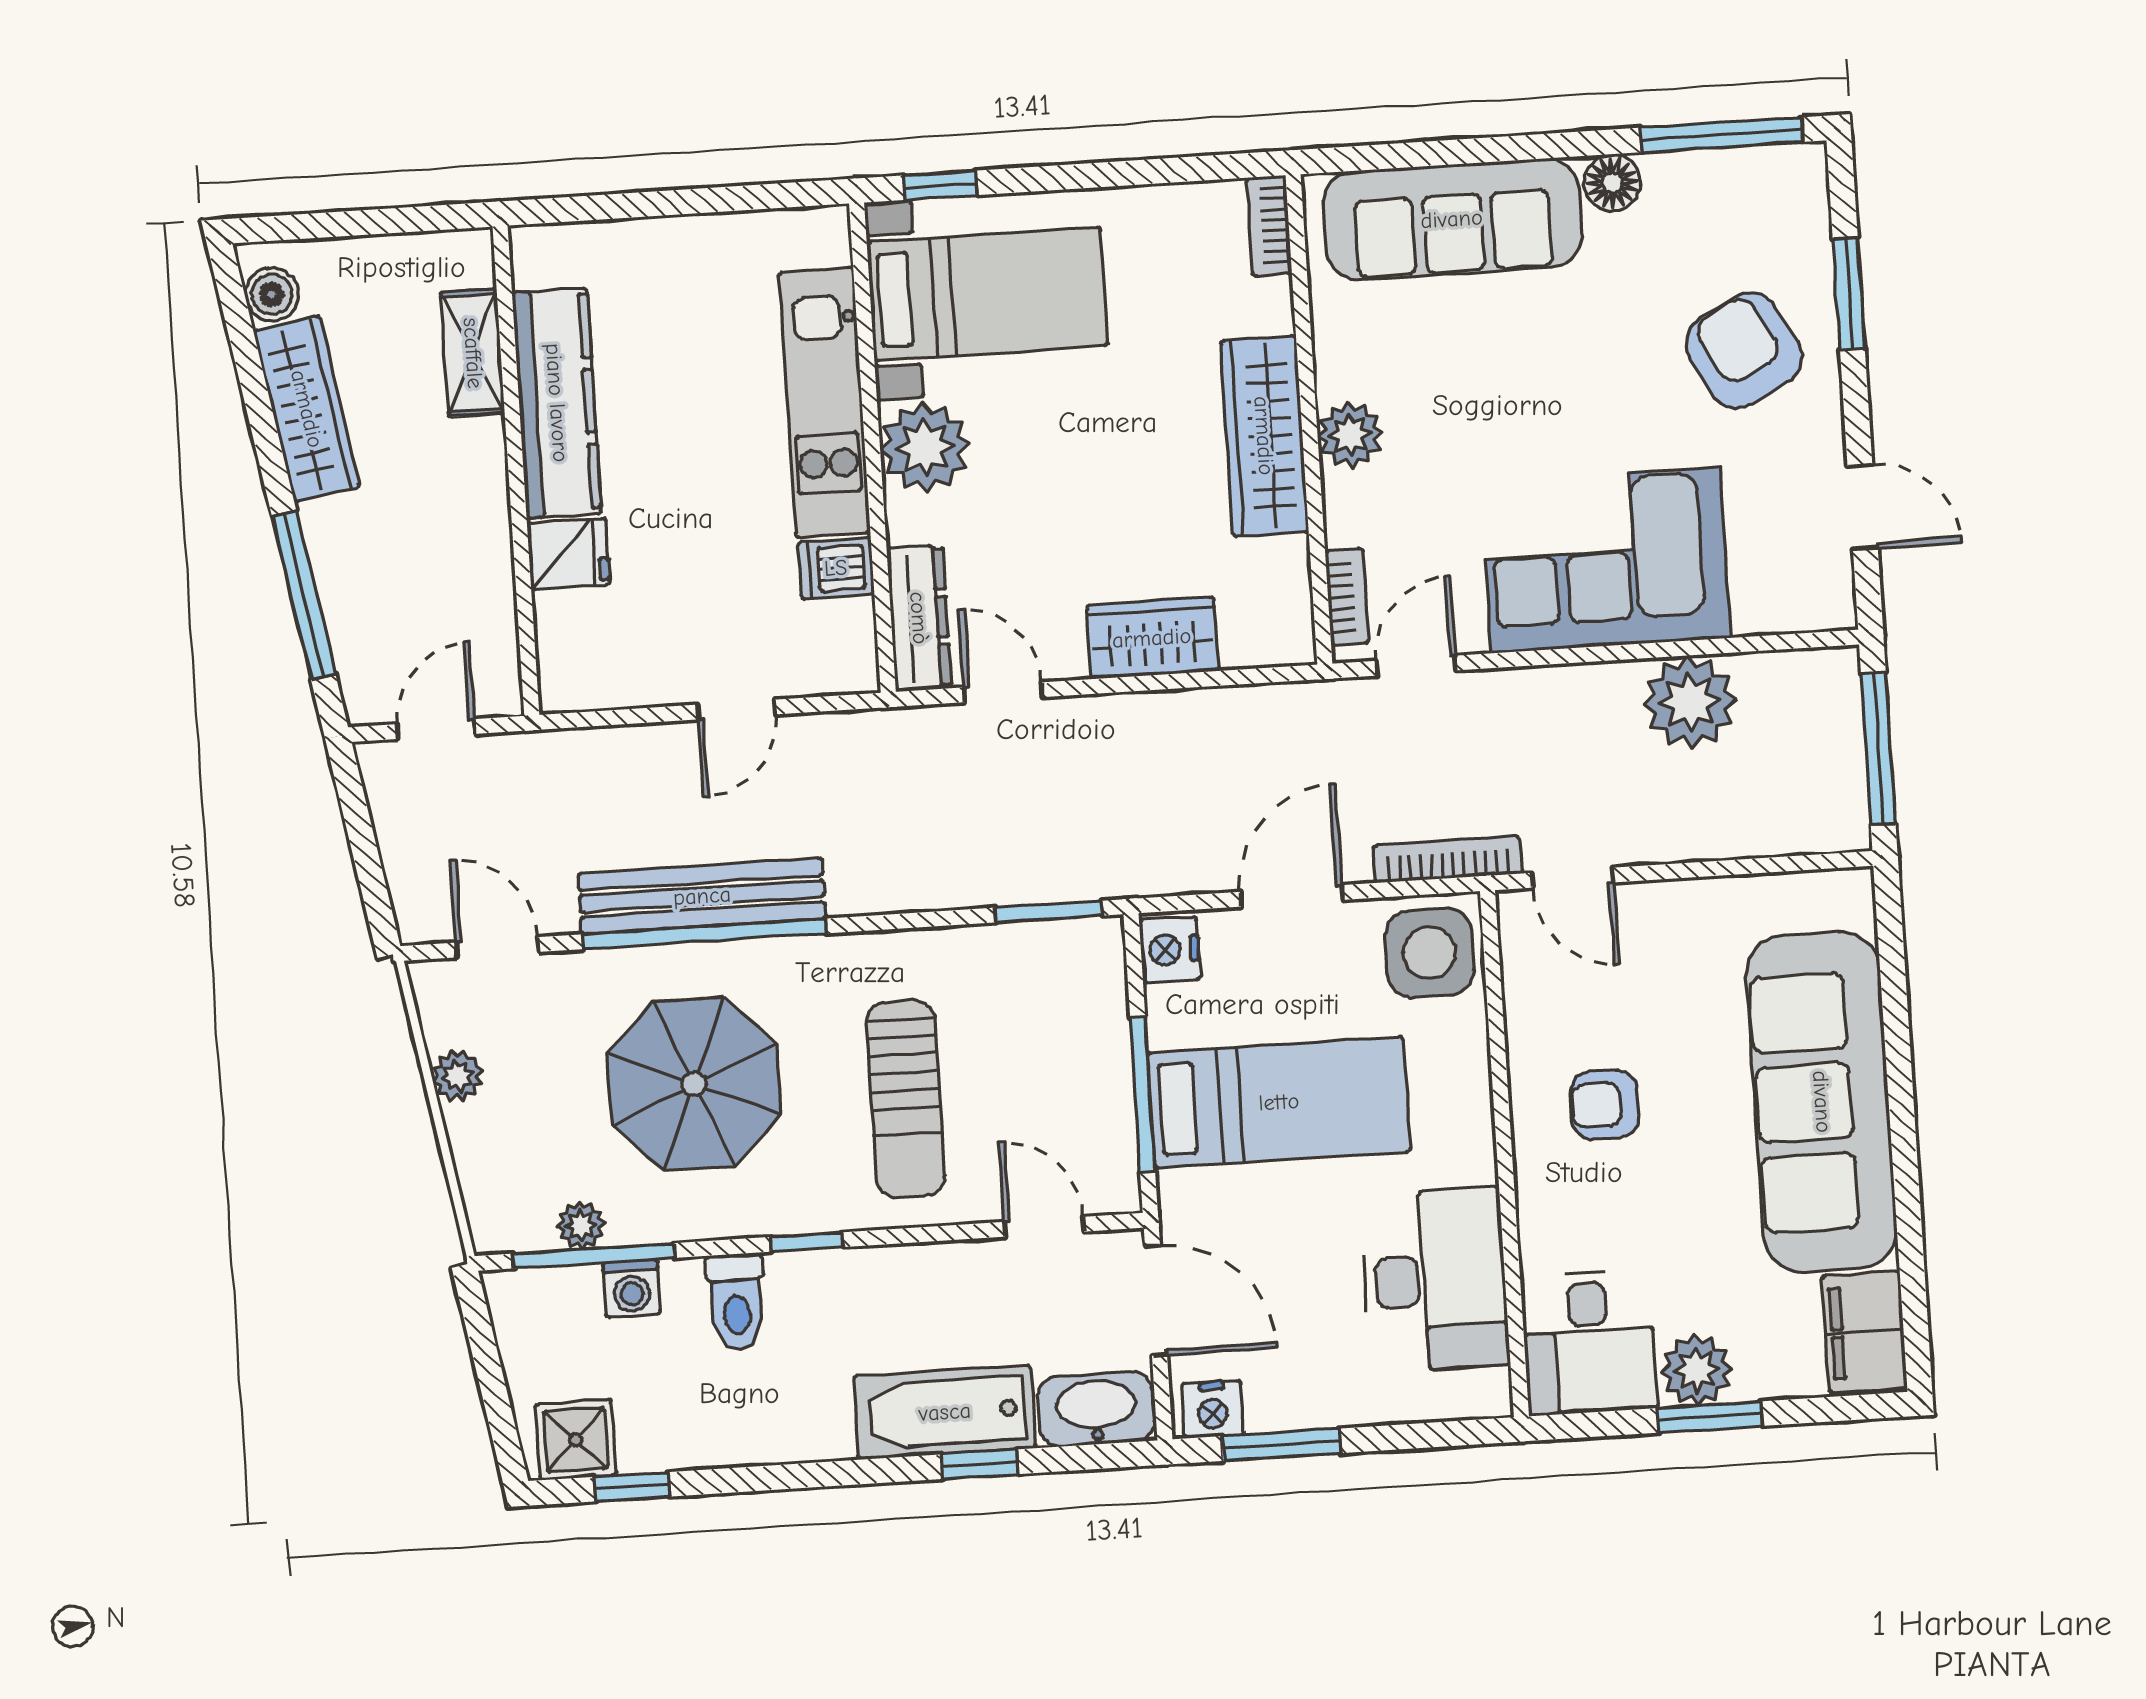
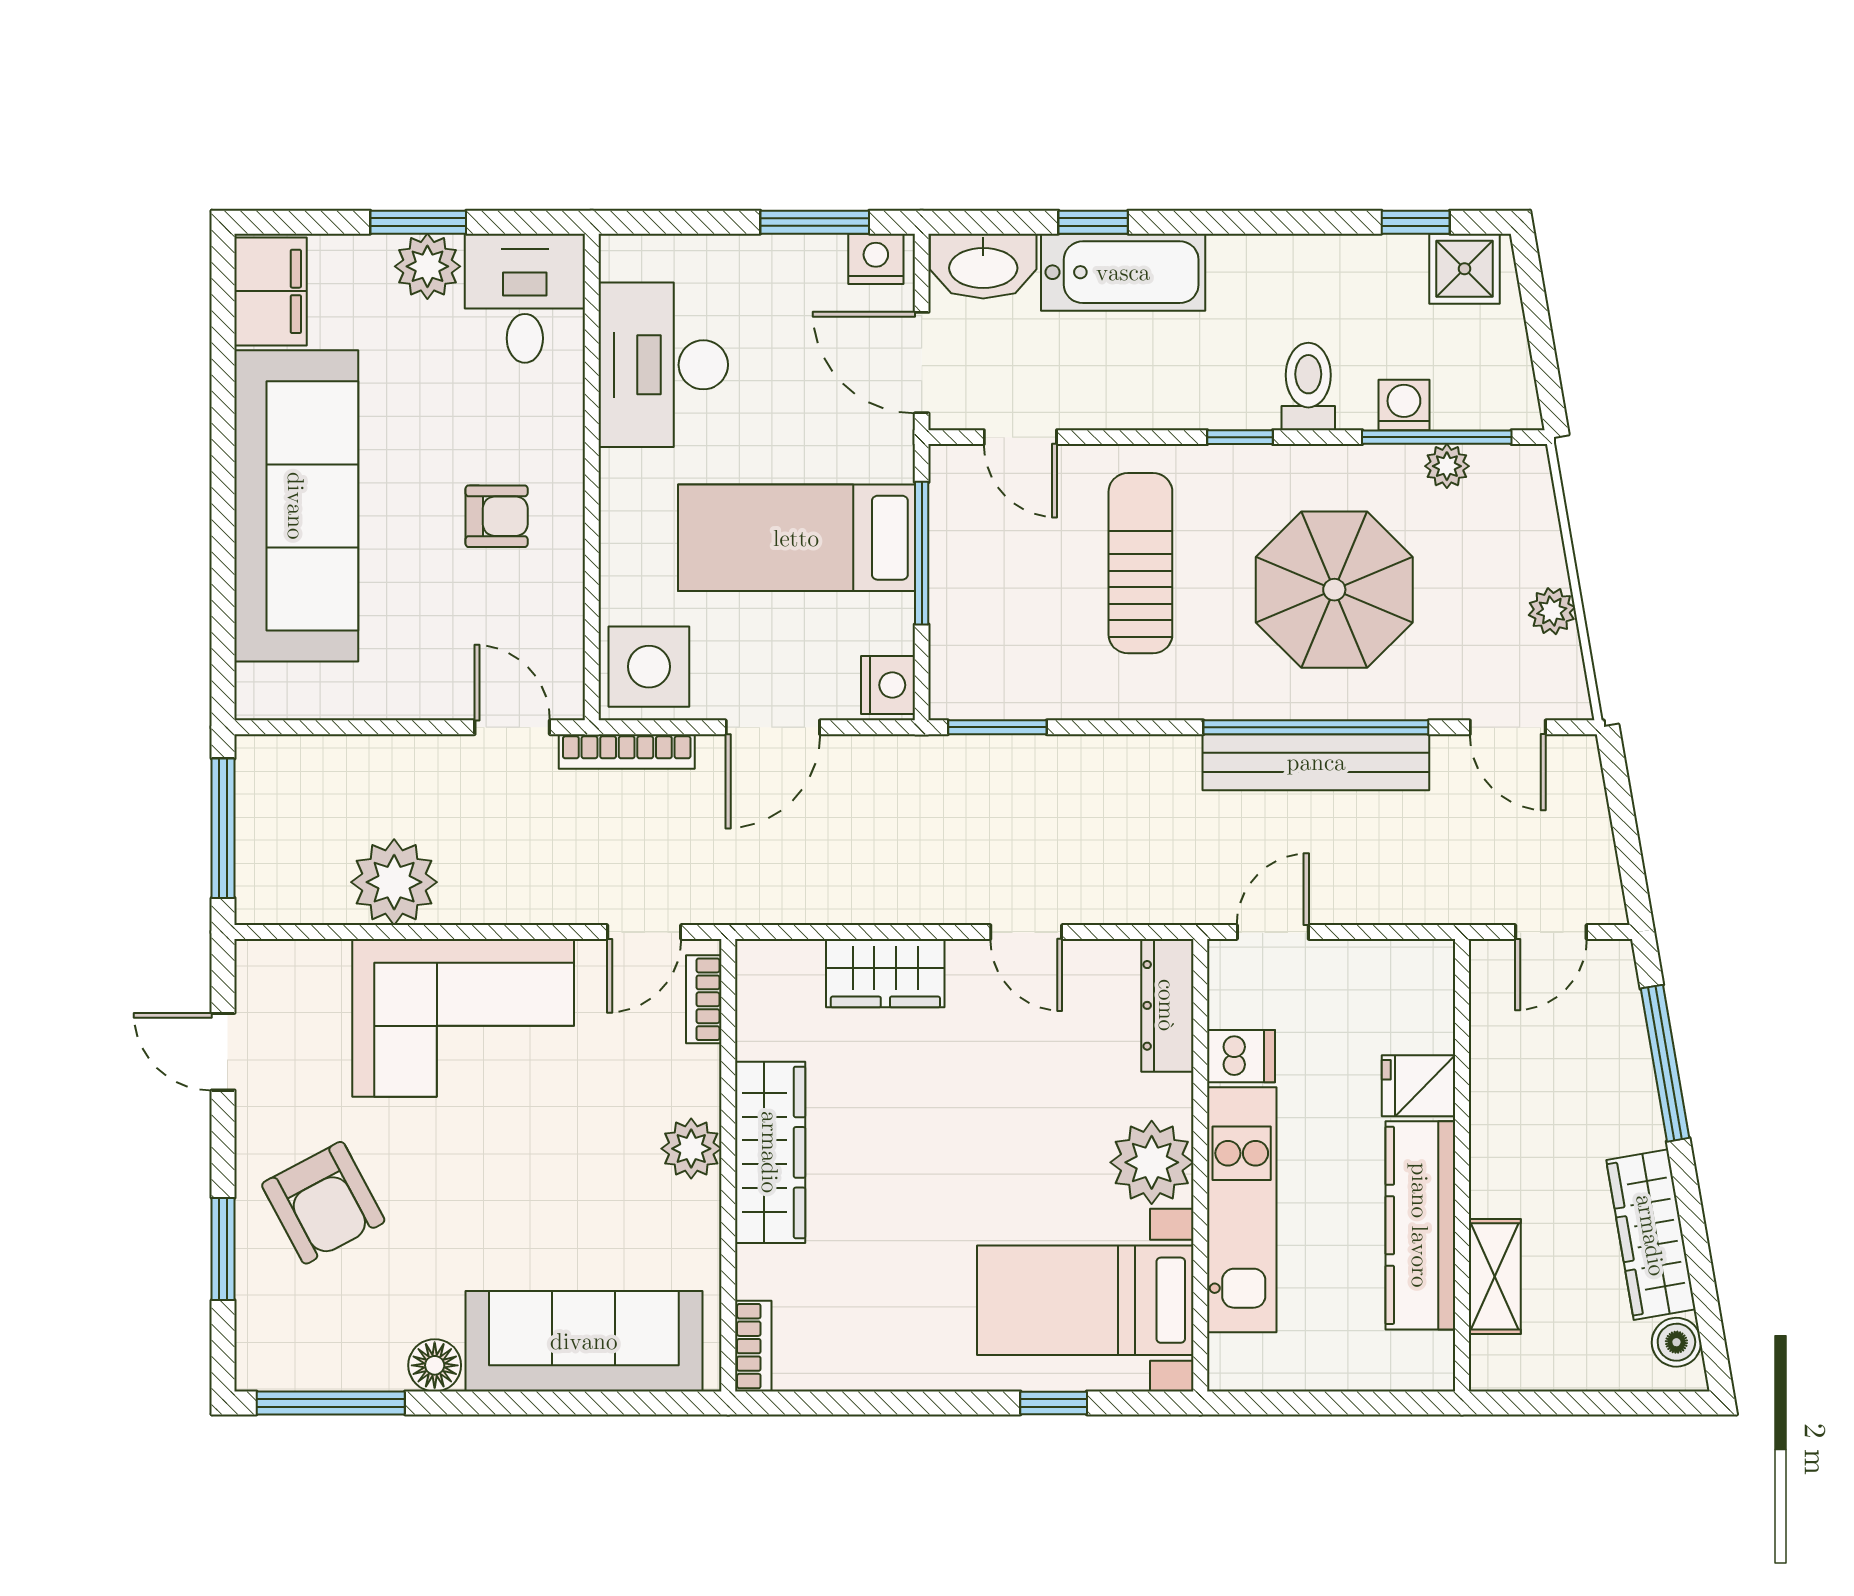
bed with nightstands: (987, 294) -> (1085, 1300), moved
kitchen unit: (825, 403) -> (1242, 1210), moved
plant: (925, 447) -> (1152, 1162), moved
wall: (872, 448) -> (1200, 1165), moved
dishwasher: (836, 568) -> (1241, 1056), moved
dresser: (919, 618) -> (1167, 1005), moved

